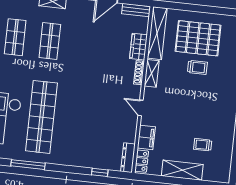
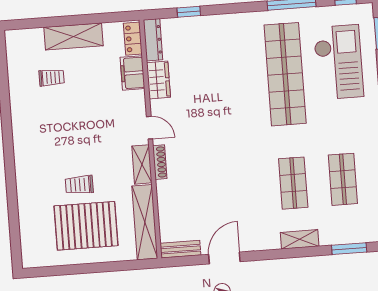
wardrobe: (138, 47) -> (158, 80), moved
door: (140, 108) -> (150, 128), moved

